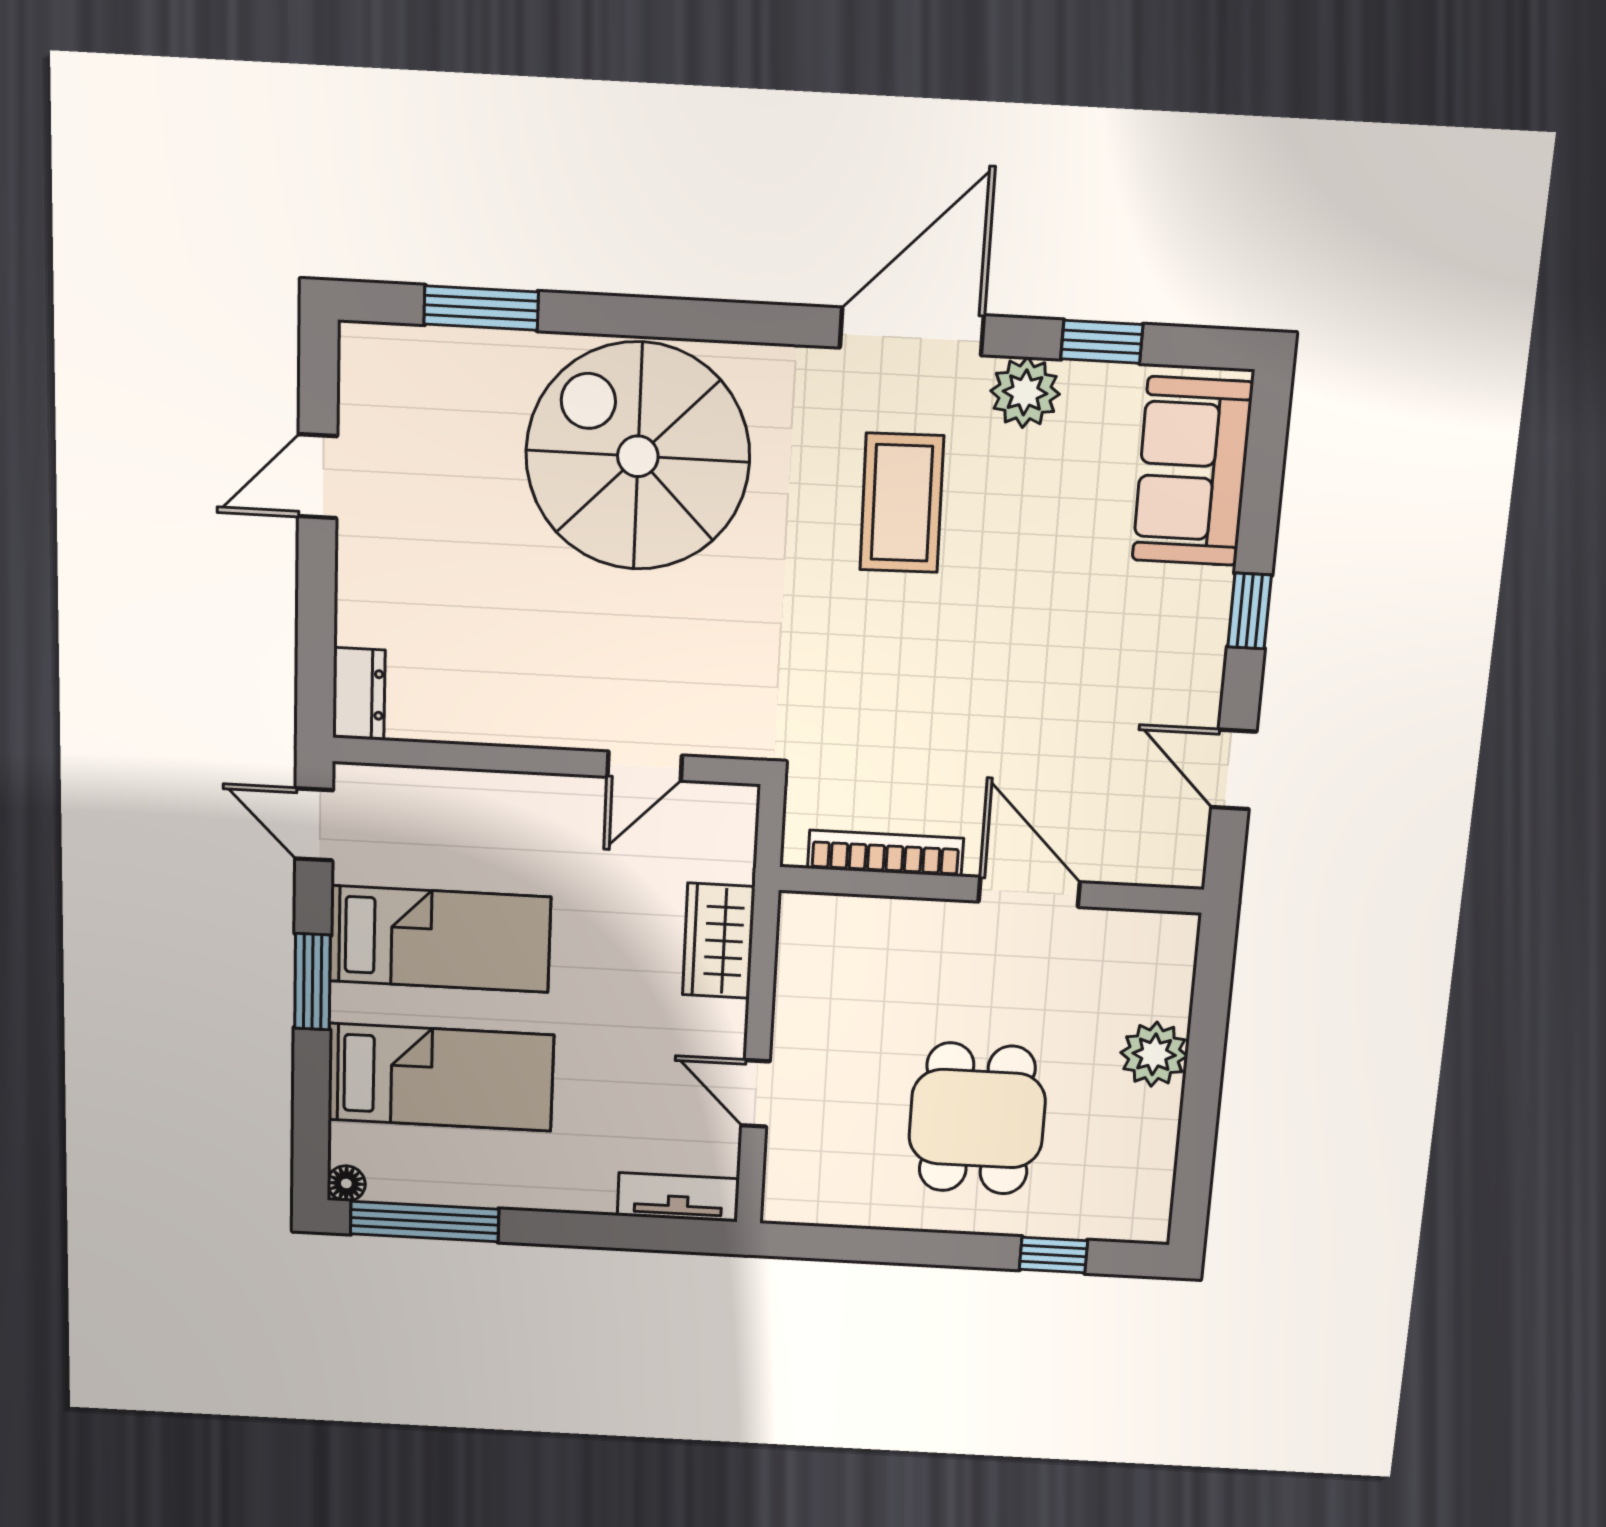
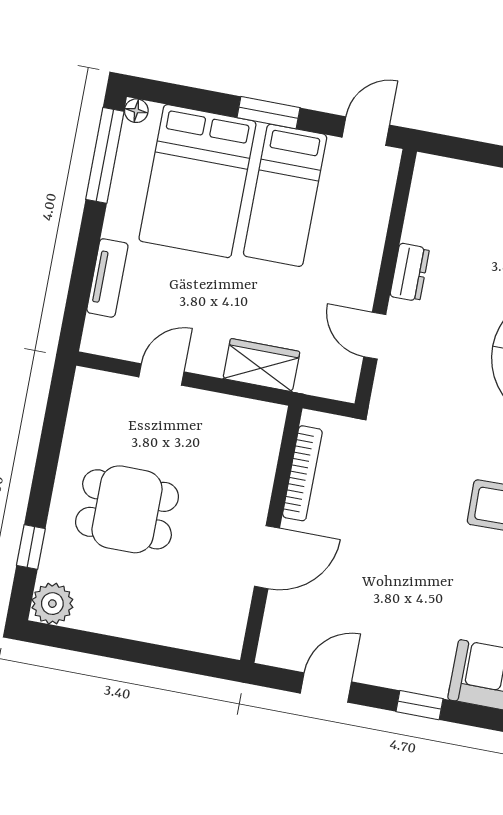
dresser: (359, 694) -> (410, 272), moved, turned -90
plant: (1154, 1054) -> (52, 604), moved
bed: (441, 1077) -> (197, 181), width x1.50
tv unit: (678, 1197) -> (107, 278), moved

